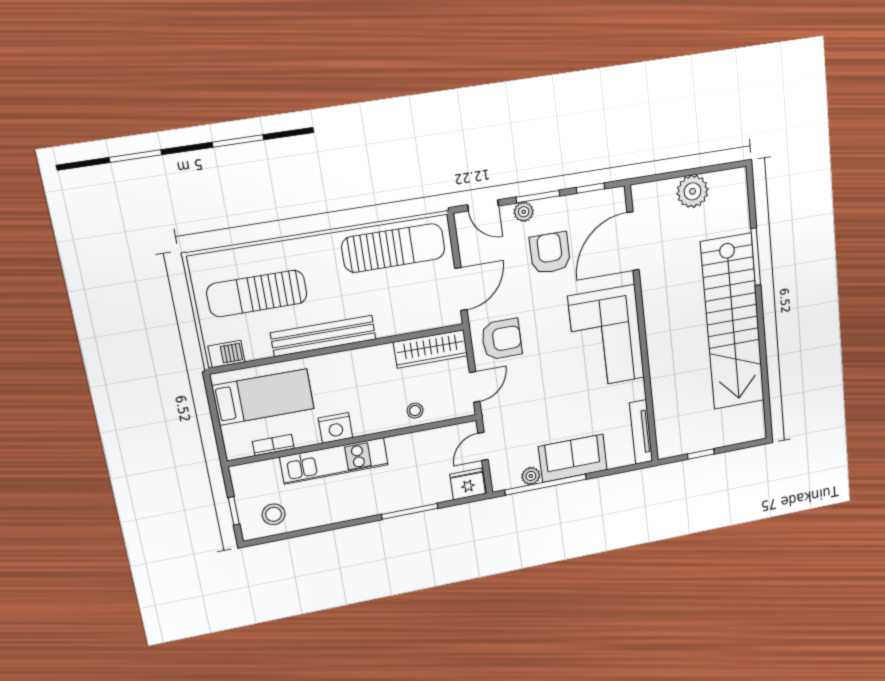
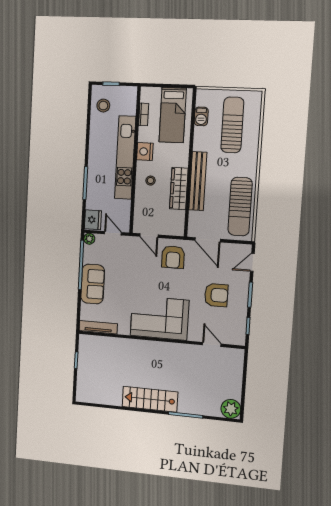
plant: (692, 191) -> (231, 409), moved
plant: (524, 212) -> (243, 285), removed
door: (633, 241) -> (212, 344), width x0.53
stairs: (733, 322) -> (150, 399), width x0.54, depth x0.66
bench: (323, 336) -> (198, 181), moved
wardrobe: (431, 349) -> (179, 189), moved
barbecue: (226, 354) -> (201, 116), moved
stool: (415, 411) -> (151, 181), moved
kitchen unit: (334, 461) -> (125, 158), width x1.36
plant: (531, 476) -> (89, 239), moved

